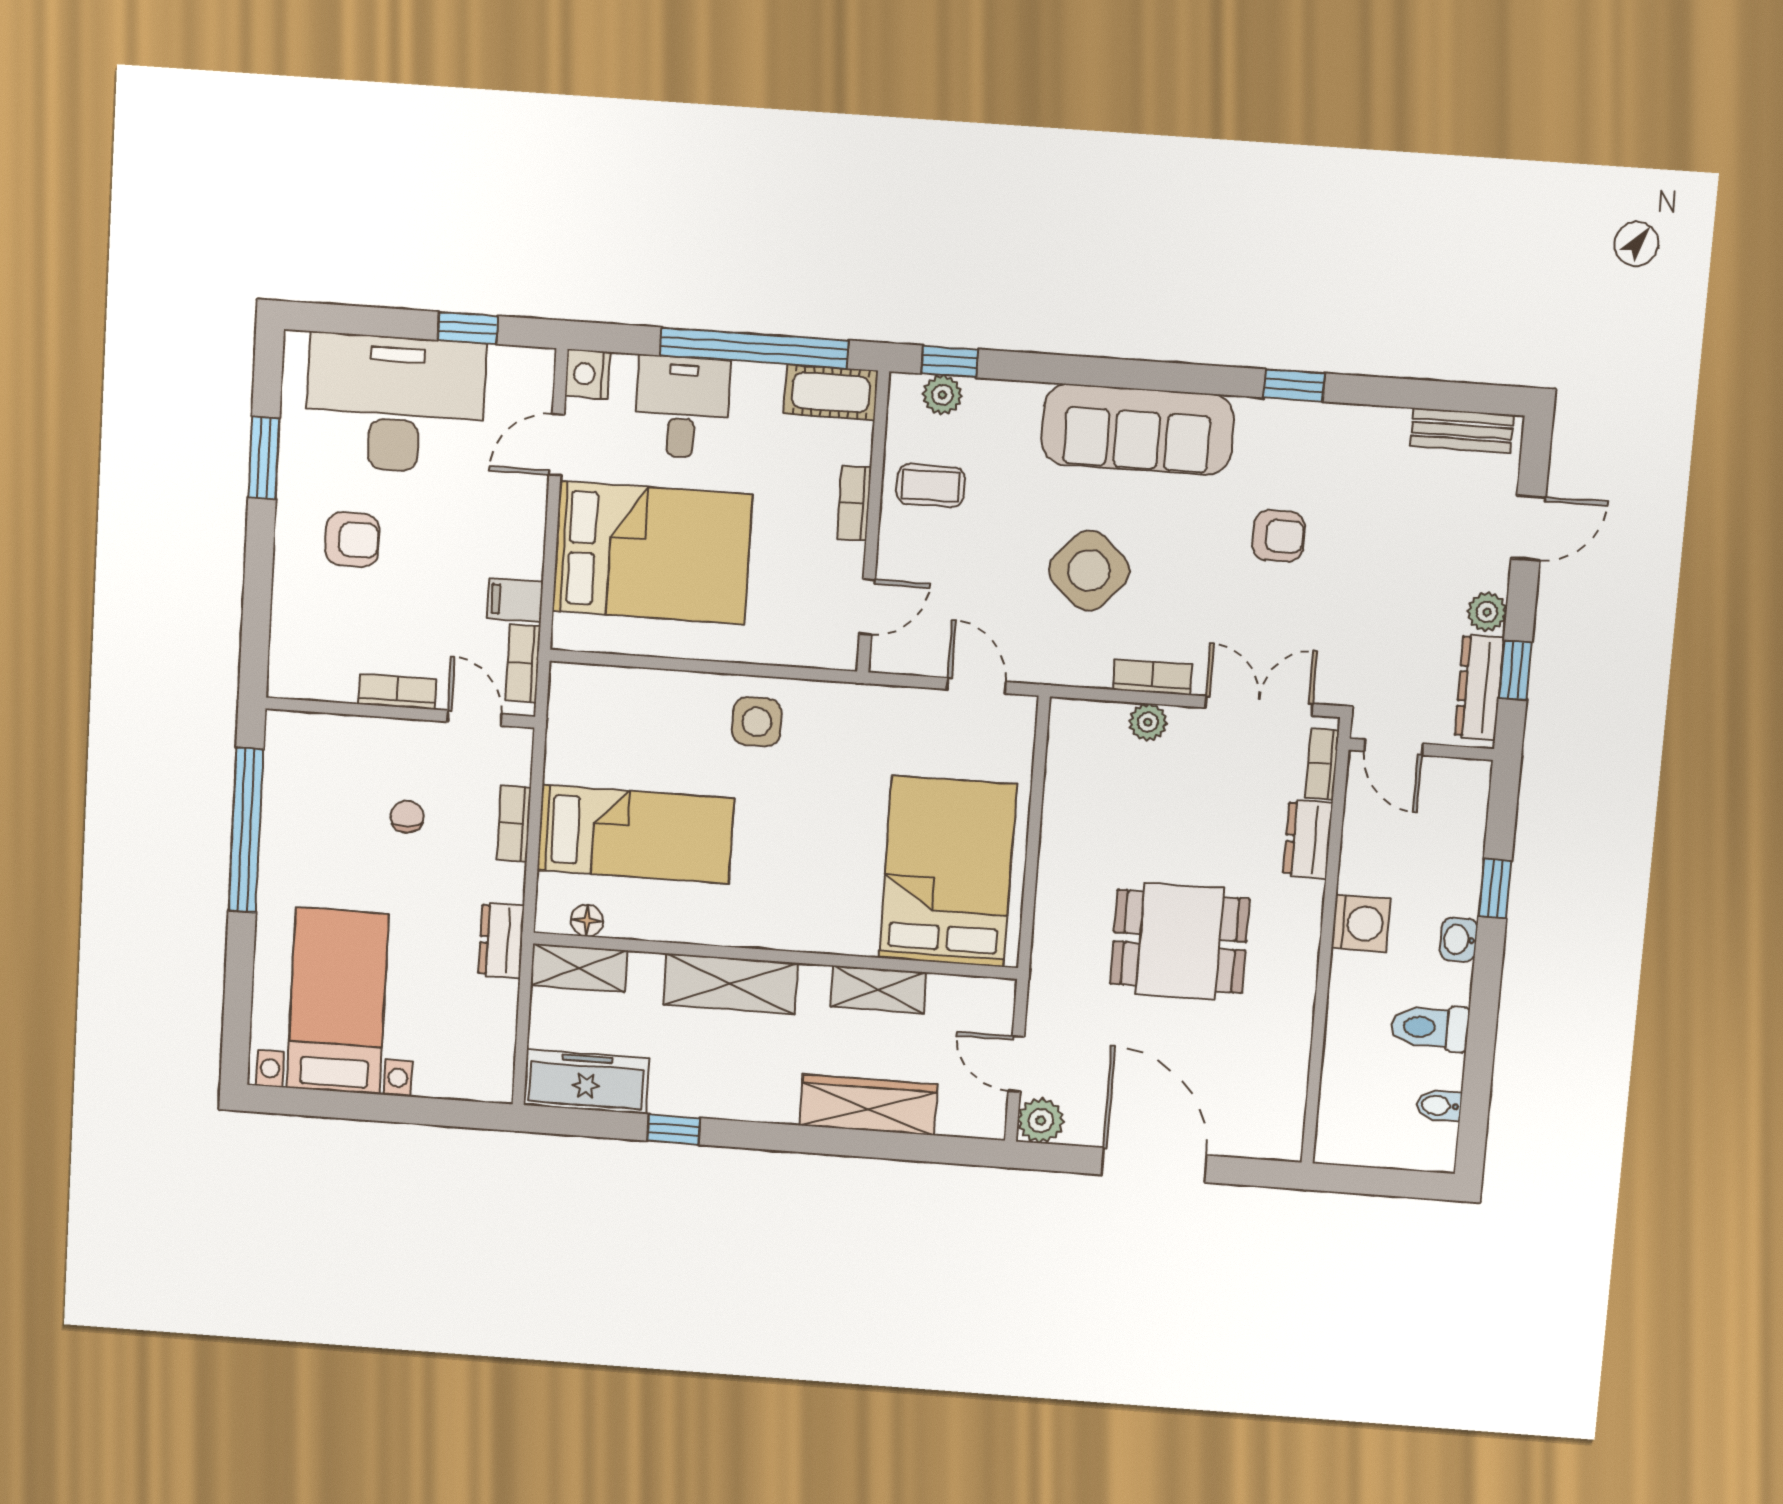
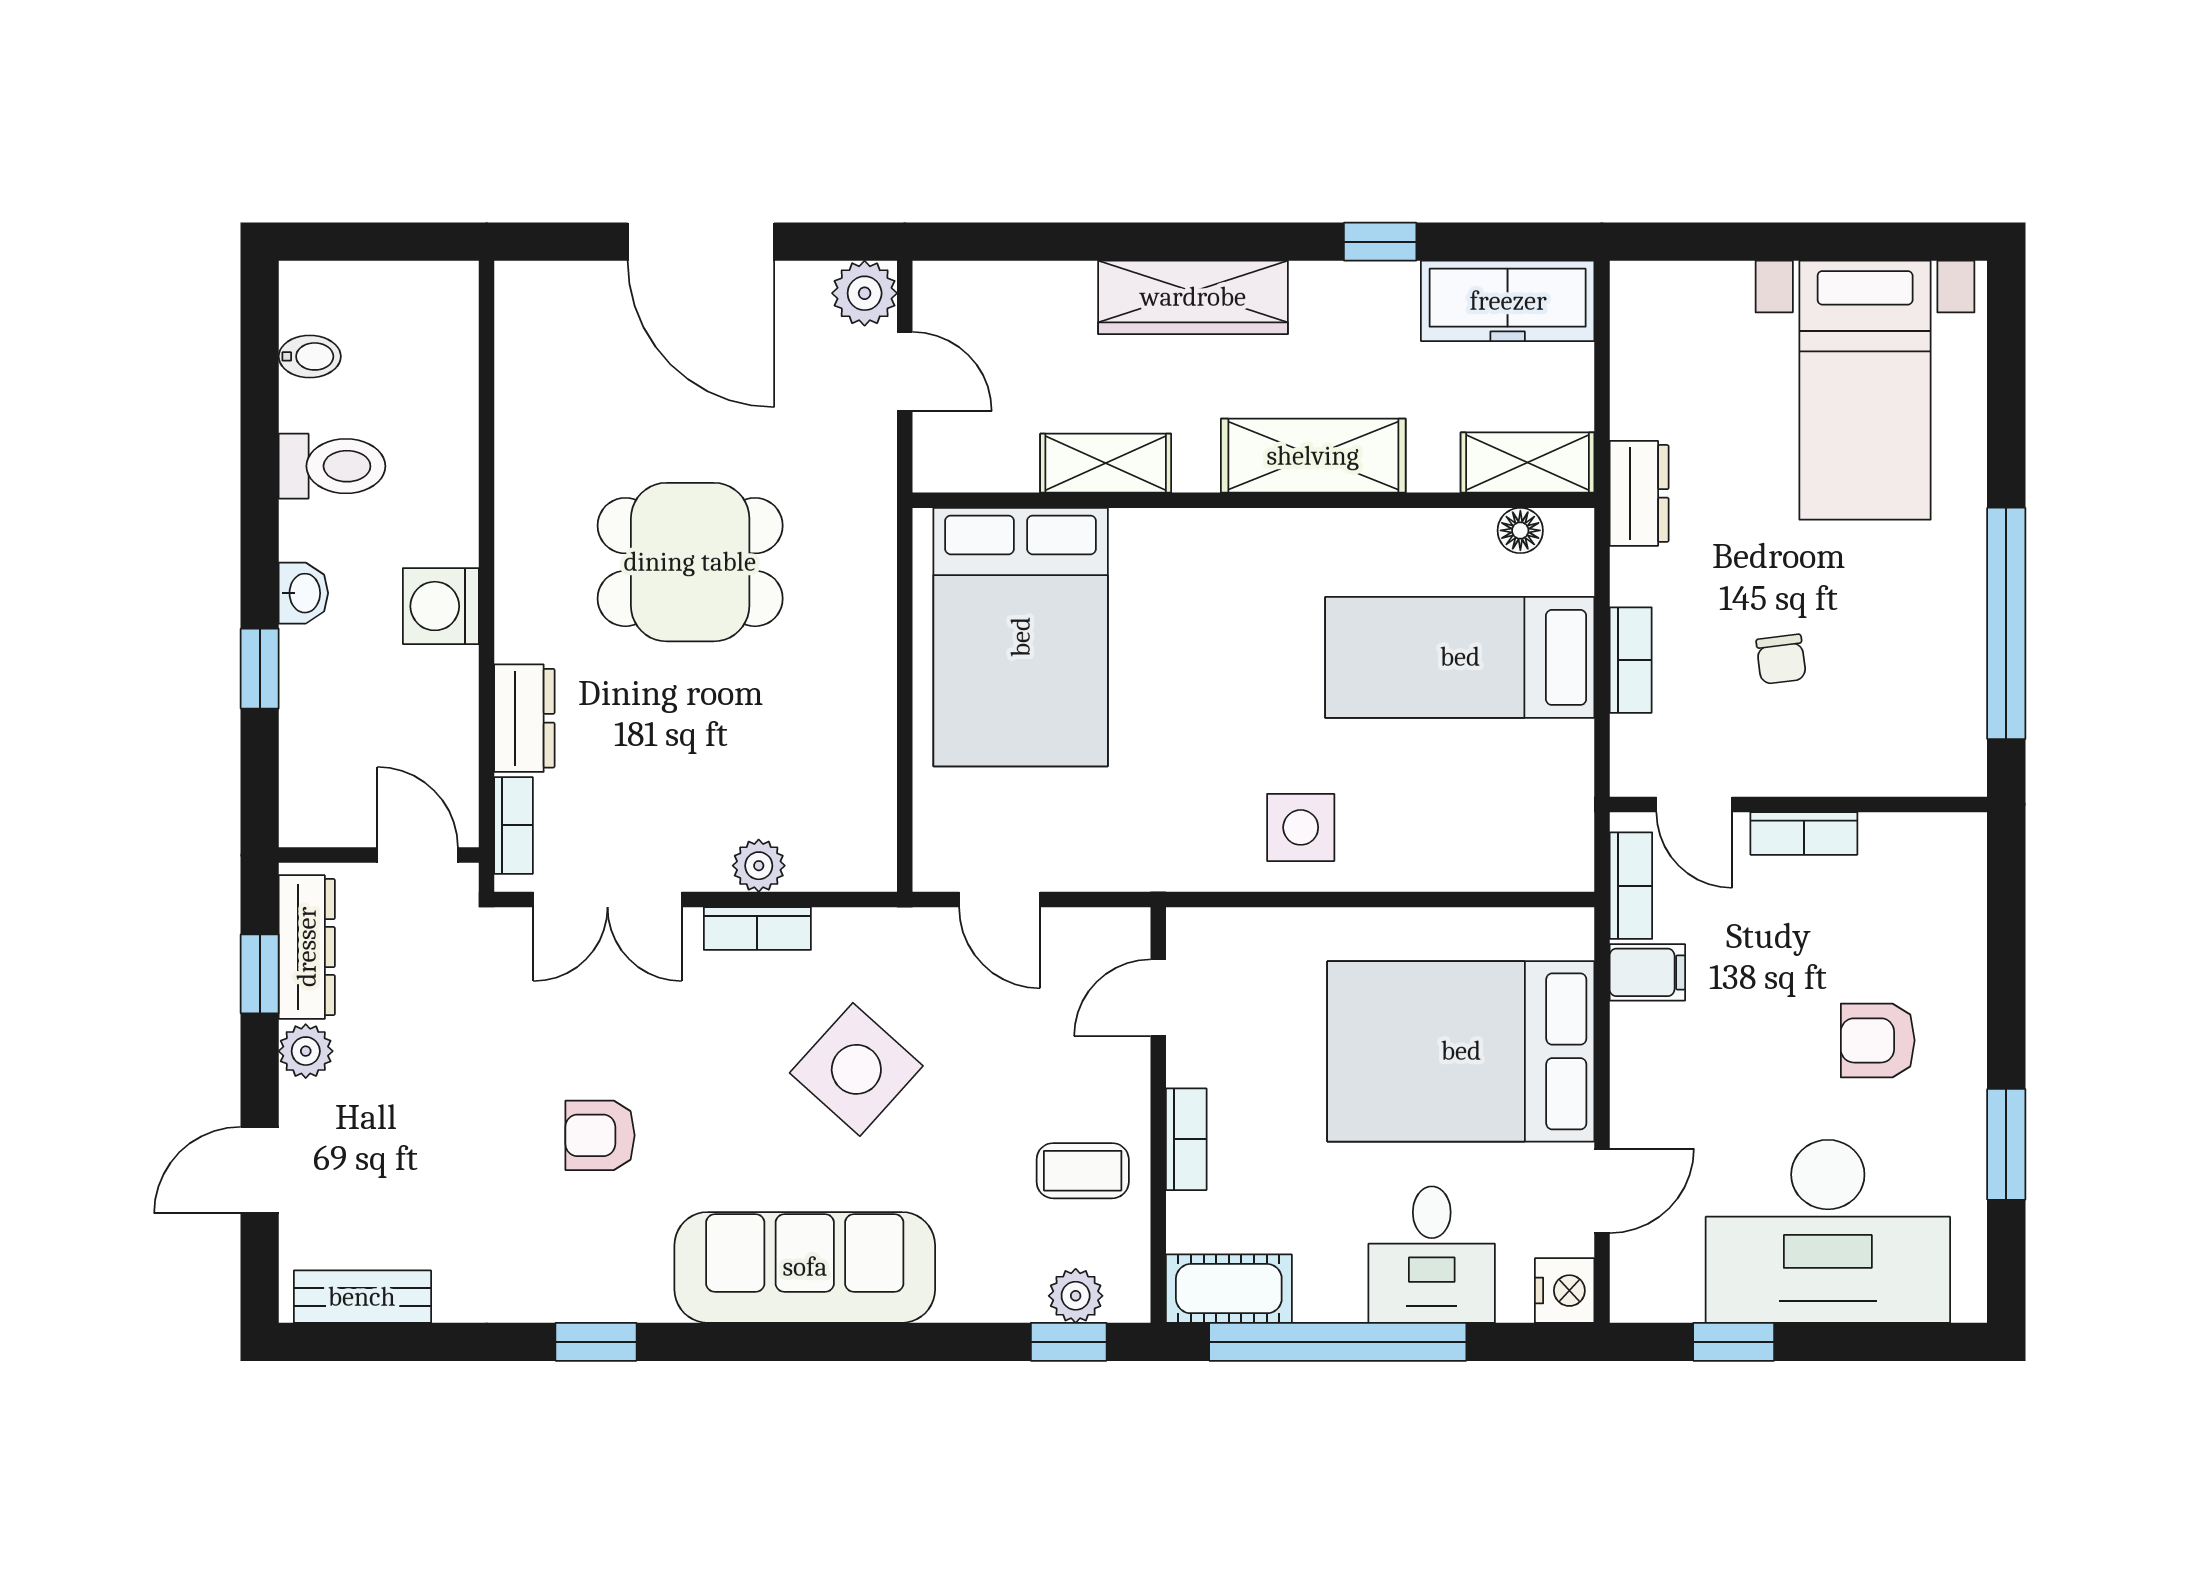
wardrobe: (868, 1105) -> (1193, 297), moved

